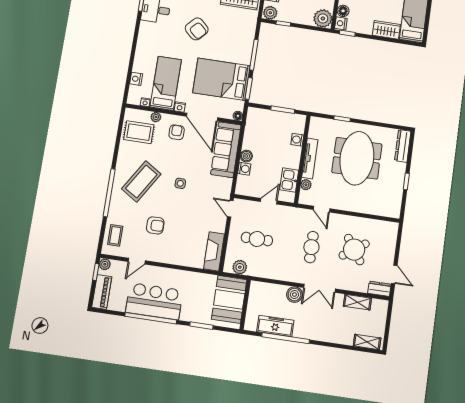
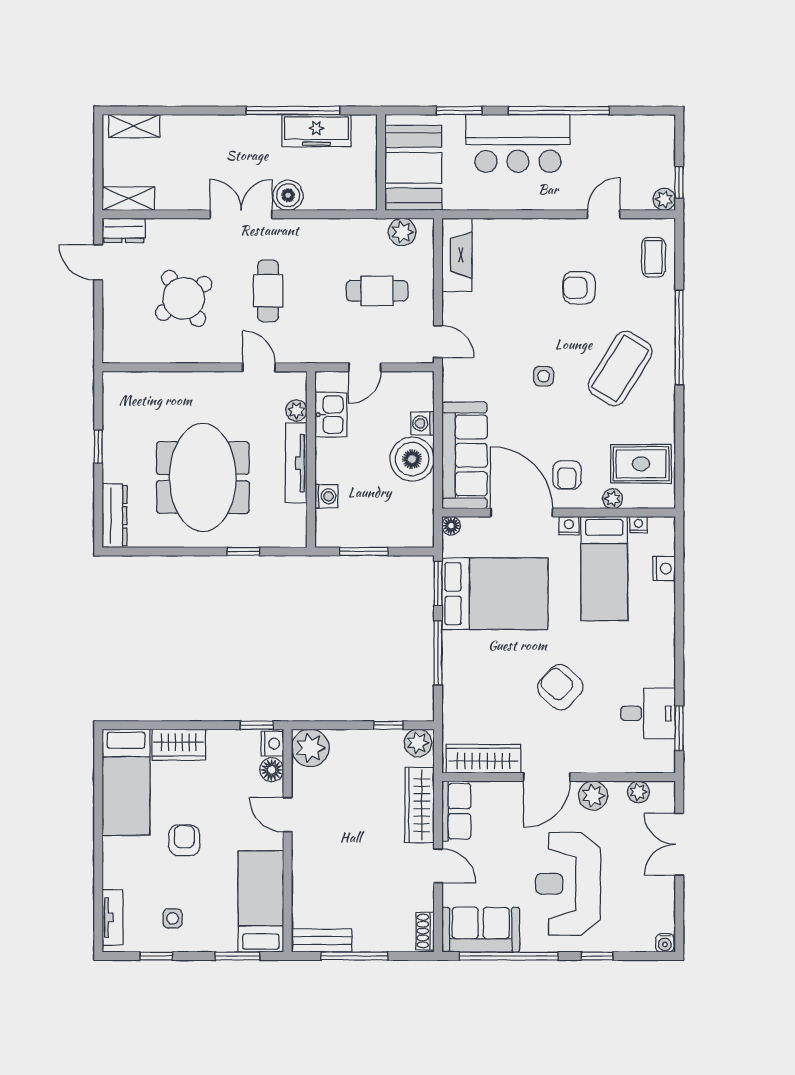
boiler: (246, 156) -> (412, 459), width x1.86, depth x1.86
piano: (102, 292) -> (661, 146), removed
bar counter: (154, 301) -> (518, 143), moved
shelving: (357, 302) -> (128, 199), moved

